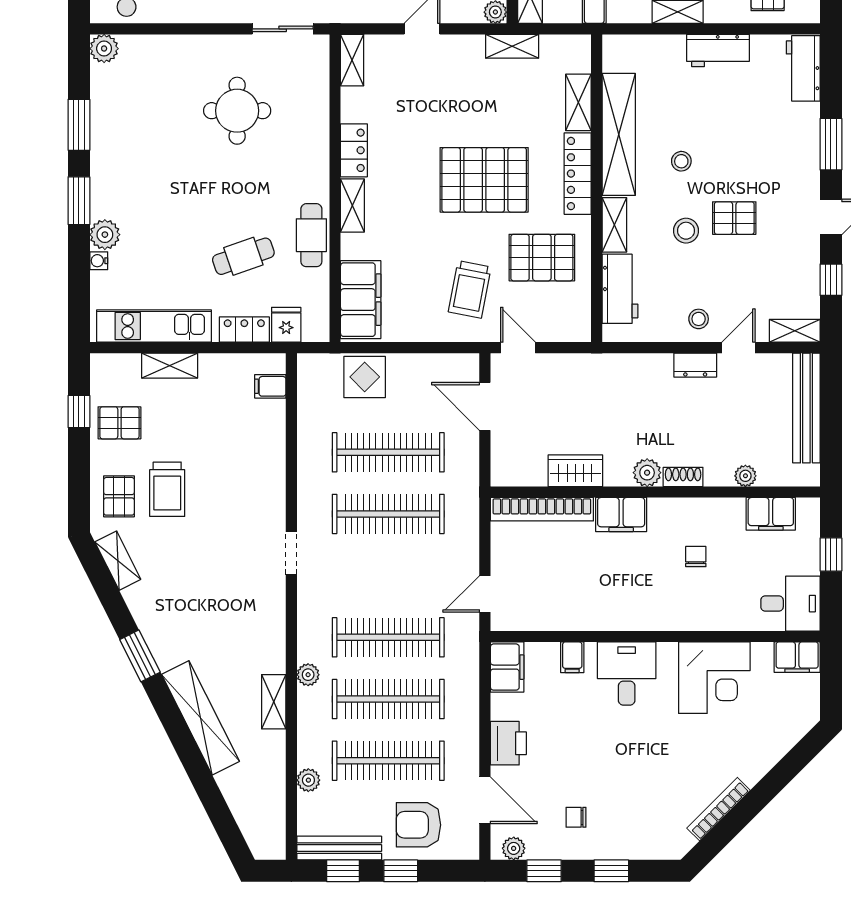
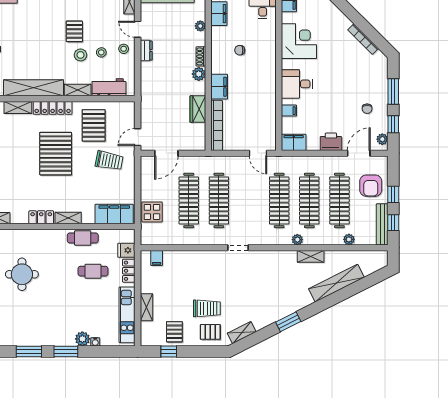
stool: (681, 161) -> (101, 52), moved
cafe table: (243, 256) -> (93, 271), turned -71
shelving: (201, 718) -> (336, 283), moved
window: (611, 871) -> (393, 91), width x1.50

